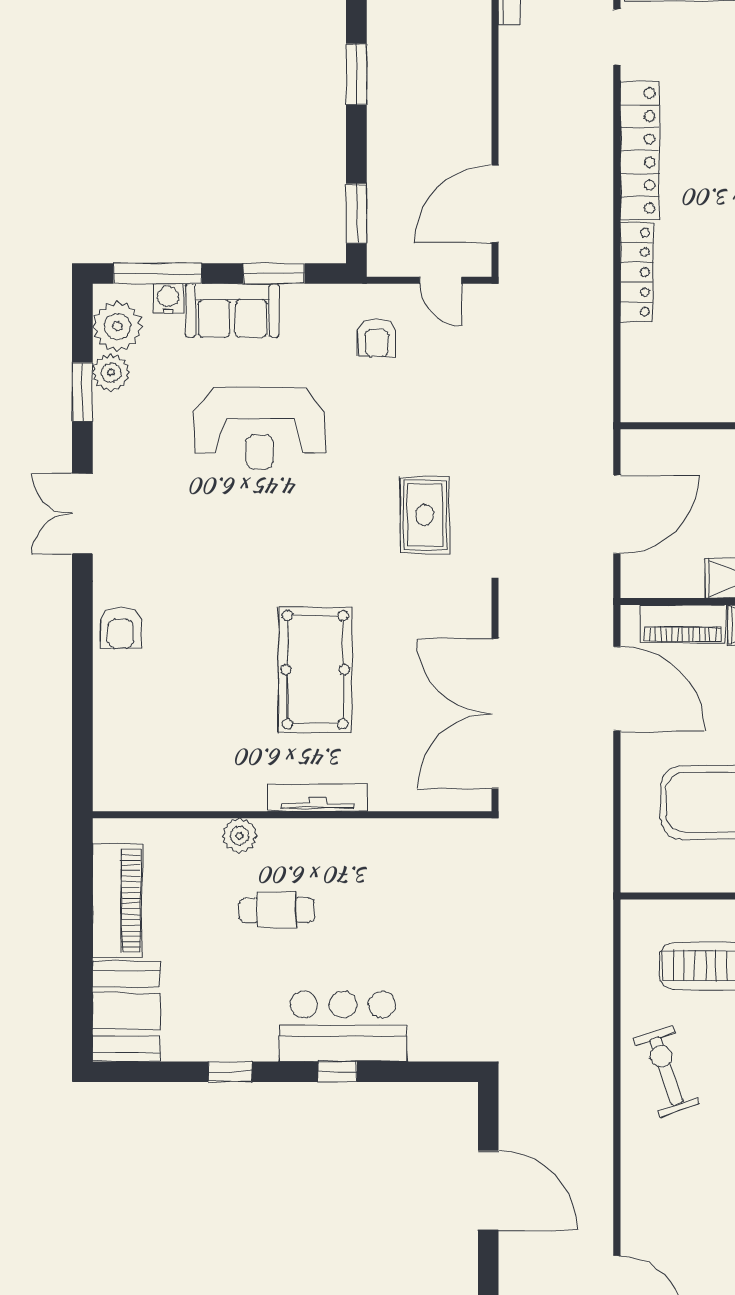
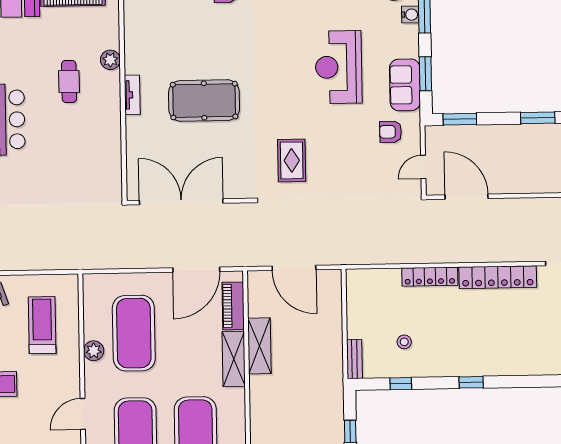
sofa: (232, 310) -> (405, 85), moved
rug: (425, 515) -> (292, 160), turned 90
tv unit: (317, 798) -> (132, 95), width x0.71

